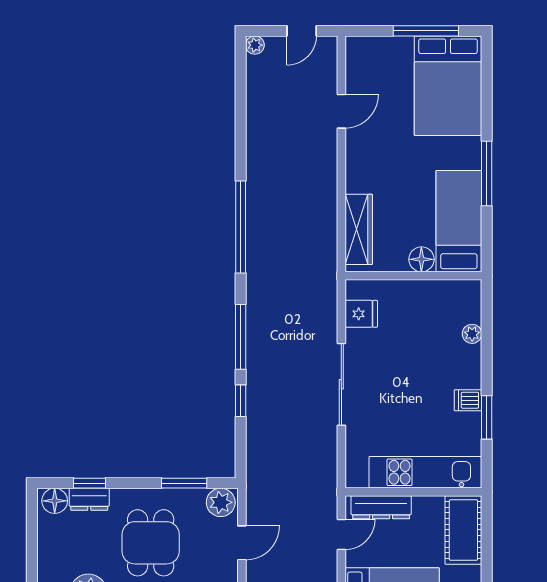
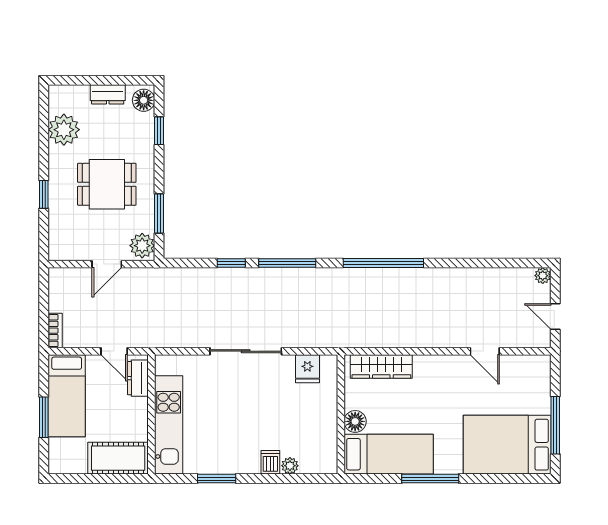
dishwasher: (468, 400) -> (270, 462), moved
dresser: (89, 499) -> (108, 94), moved, turned -90
dresser: (381, 507) -> (138, 378), width x0.70
door: (242, 543) -> (107, 264), hinge flipped

